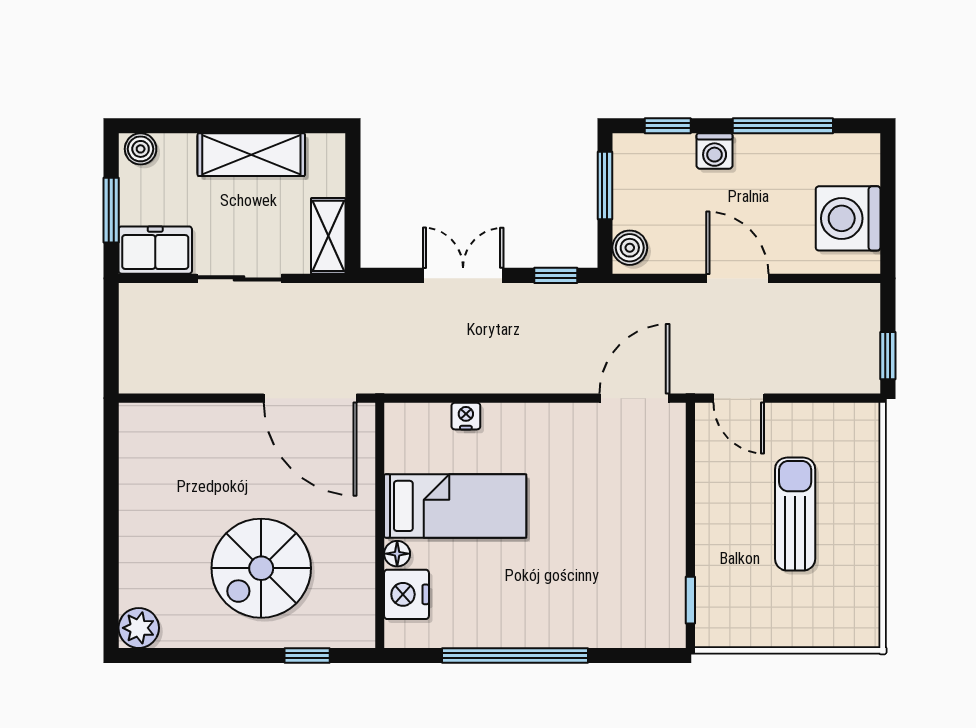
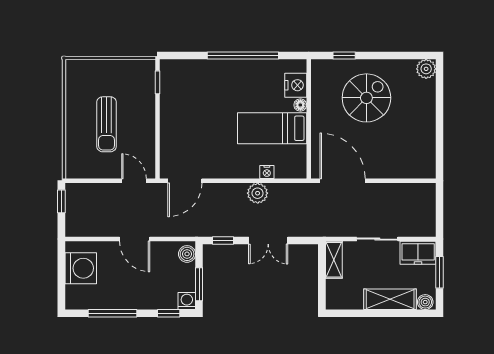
washing machine: (715, 151) -> (187, 301), moved
shelving: (251, 155) -> (390, 299), moved
plant: (485, 373) -> (258, 193), added

